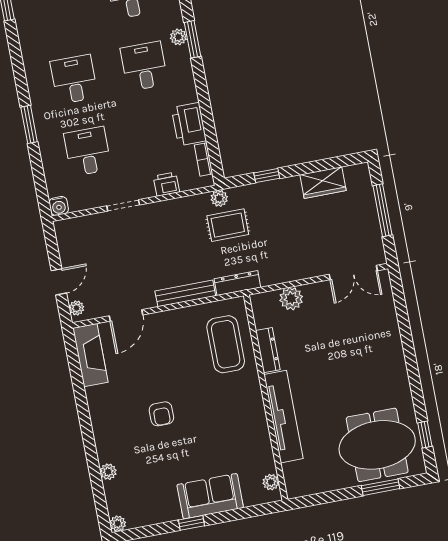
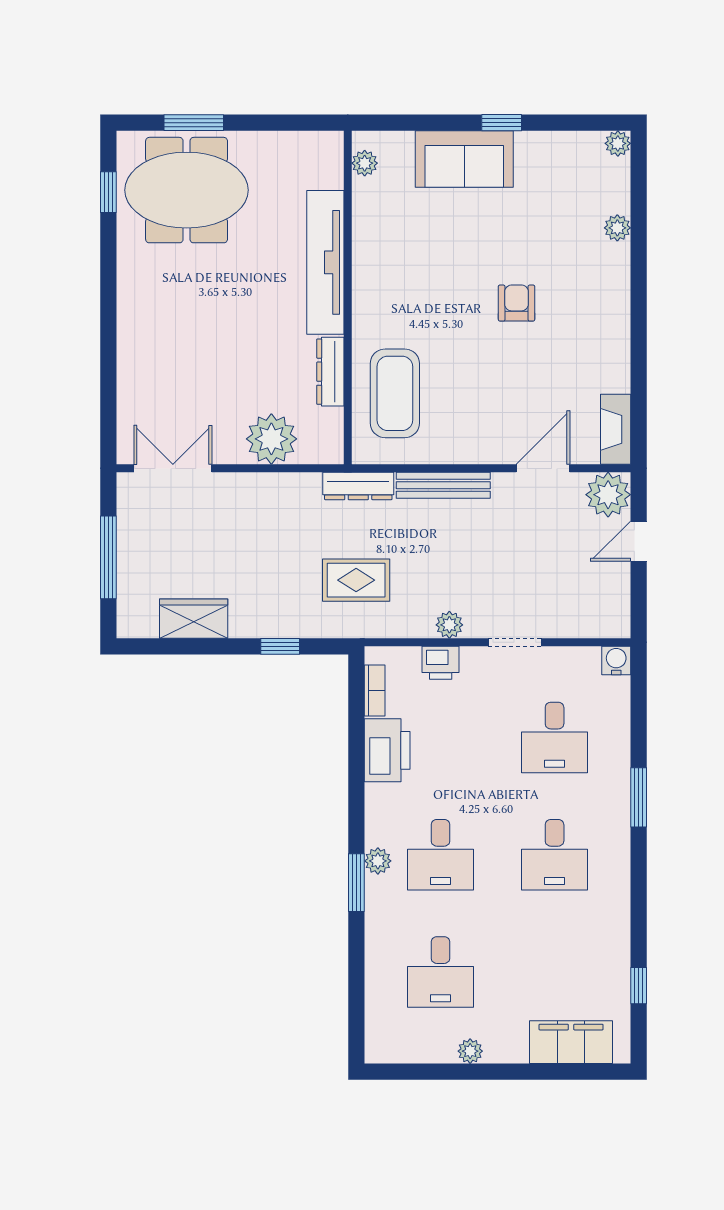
plant: (178, 37) -> (378, 861), moved
plant: (219, 198) -> (449, 625), moved
plant: (291, 299) -> (271, 439), width x1.36, depth x1.36
plant: (77, 308) -> (608, 495), width x1.88, depth x1.88
fireplace: (90, 355) -> (616, 429), width x0.73, depth x0.76

